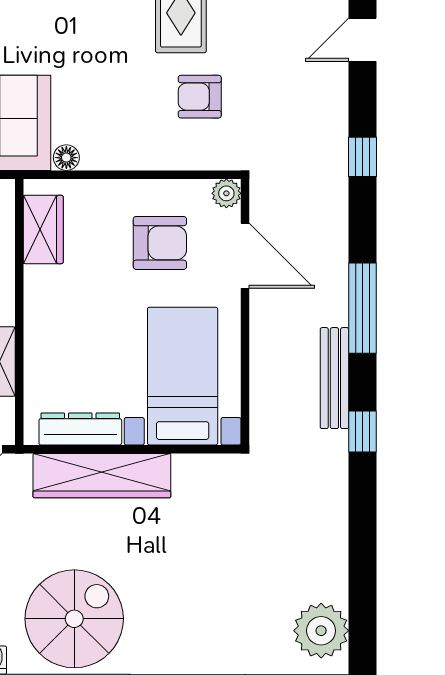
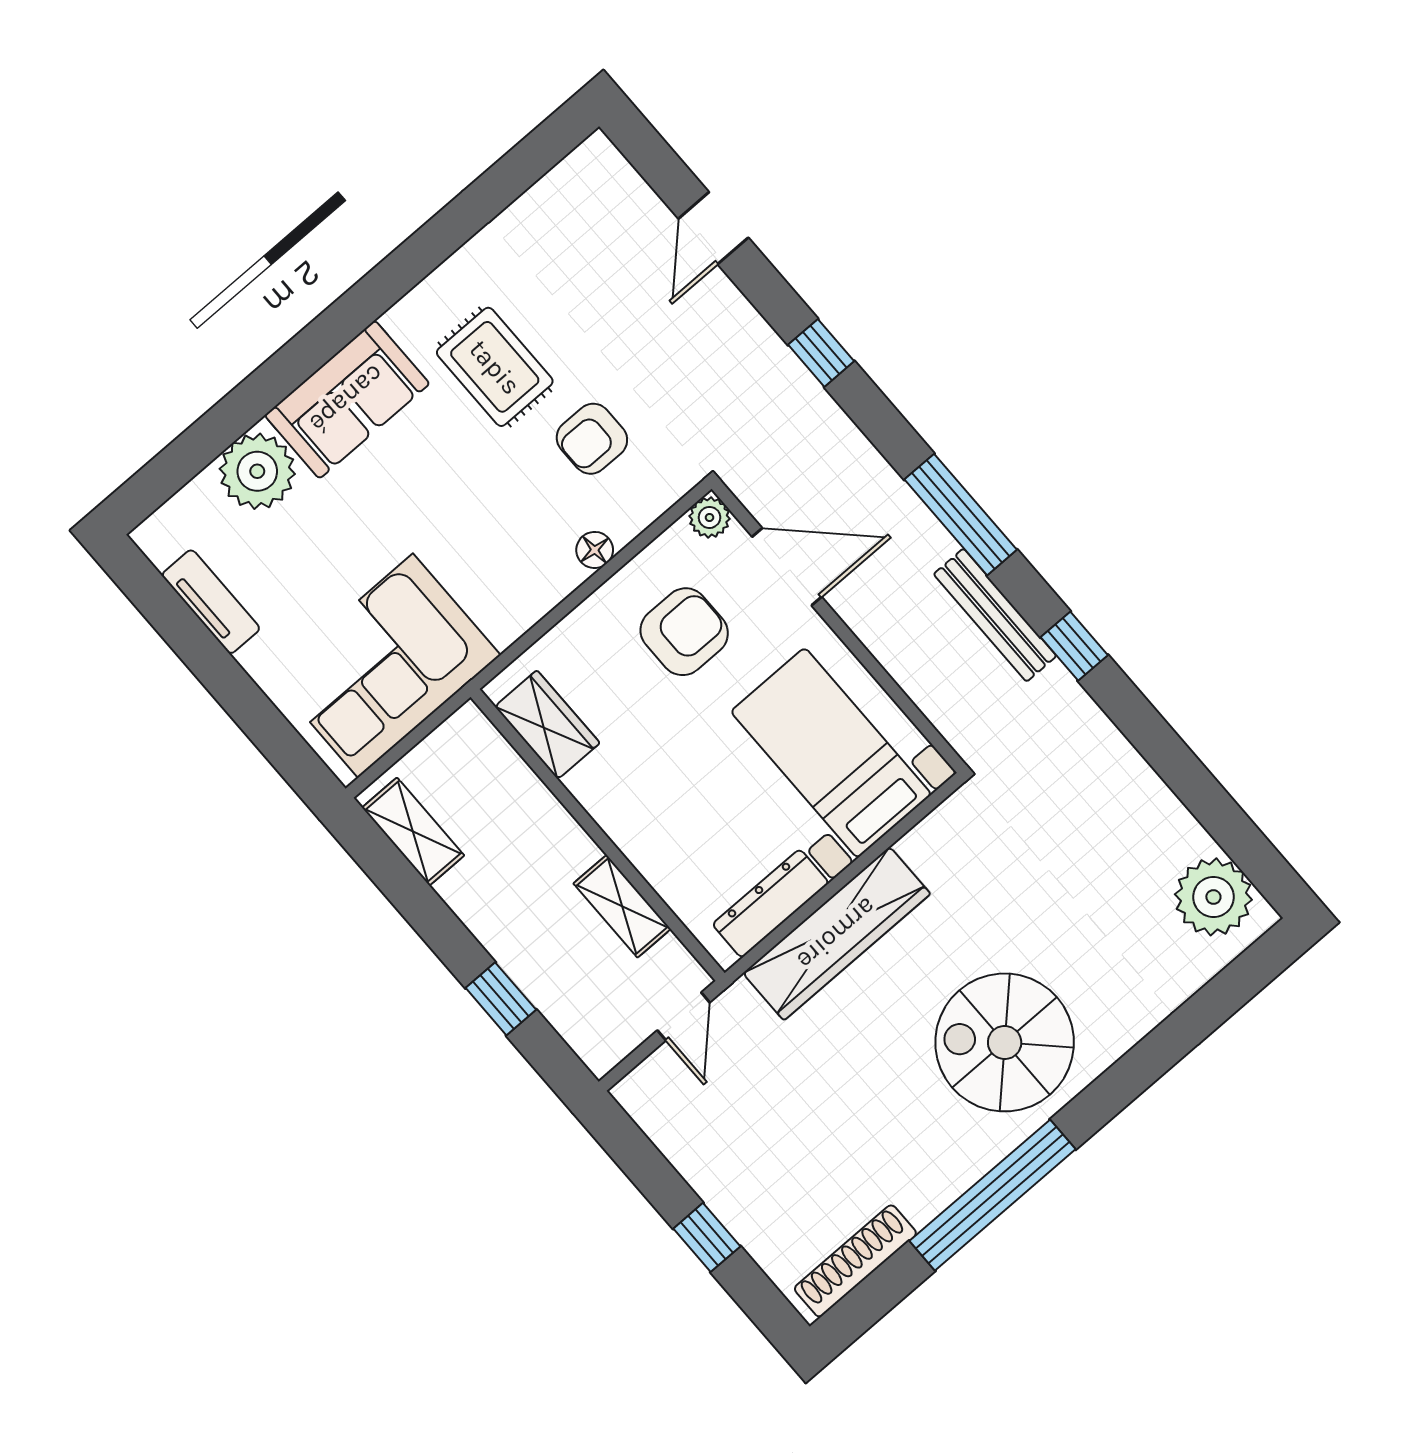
floor lamp: (66, 158) -> (595, 550), moved
spiral stairs: (74, 619) -> (1005, 1042), moved, turned -90

